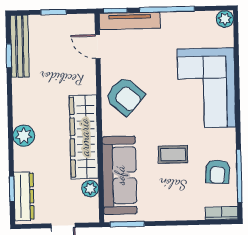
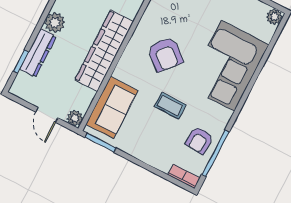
armchair: (125, 96) -> (165, 54), moved
sofa: (120, 175) -> (112, 108), width x0.73
plant: (90, 189) -> (75, 118), moved
dresser: (24, 196) -> (38, 53), moved

